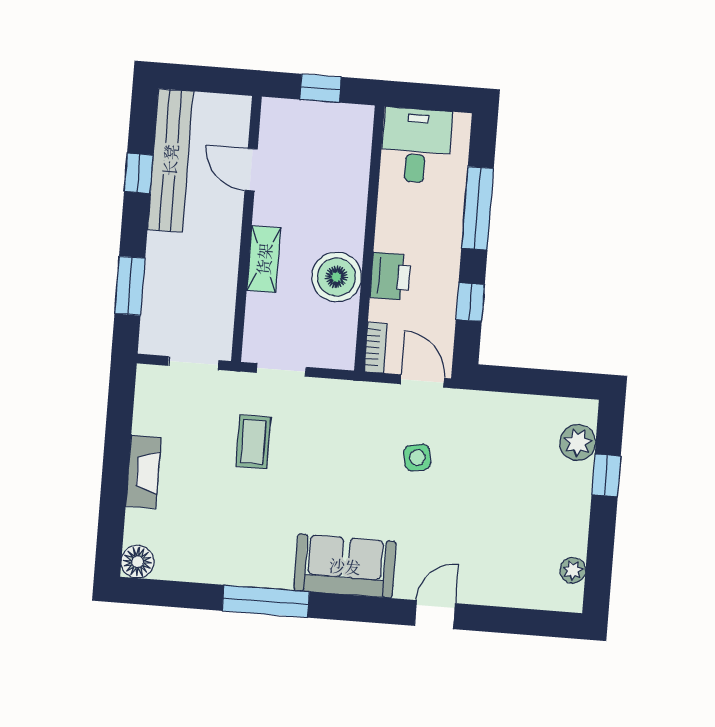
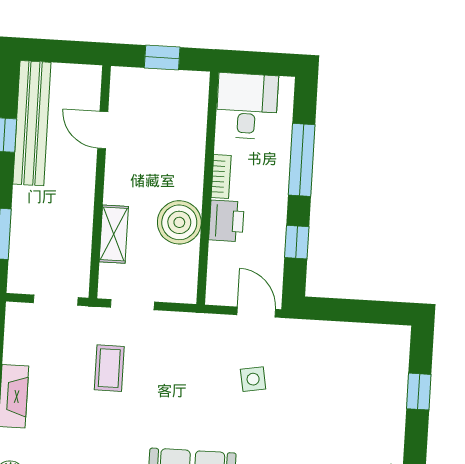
shelving: (264, 259) -> (114, 234), moved
bookcase: (376, 348) -> (221, 176), moved
plant: (578, 443) -> (393, 363), removed

